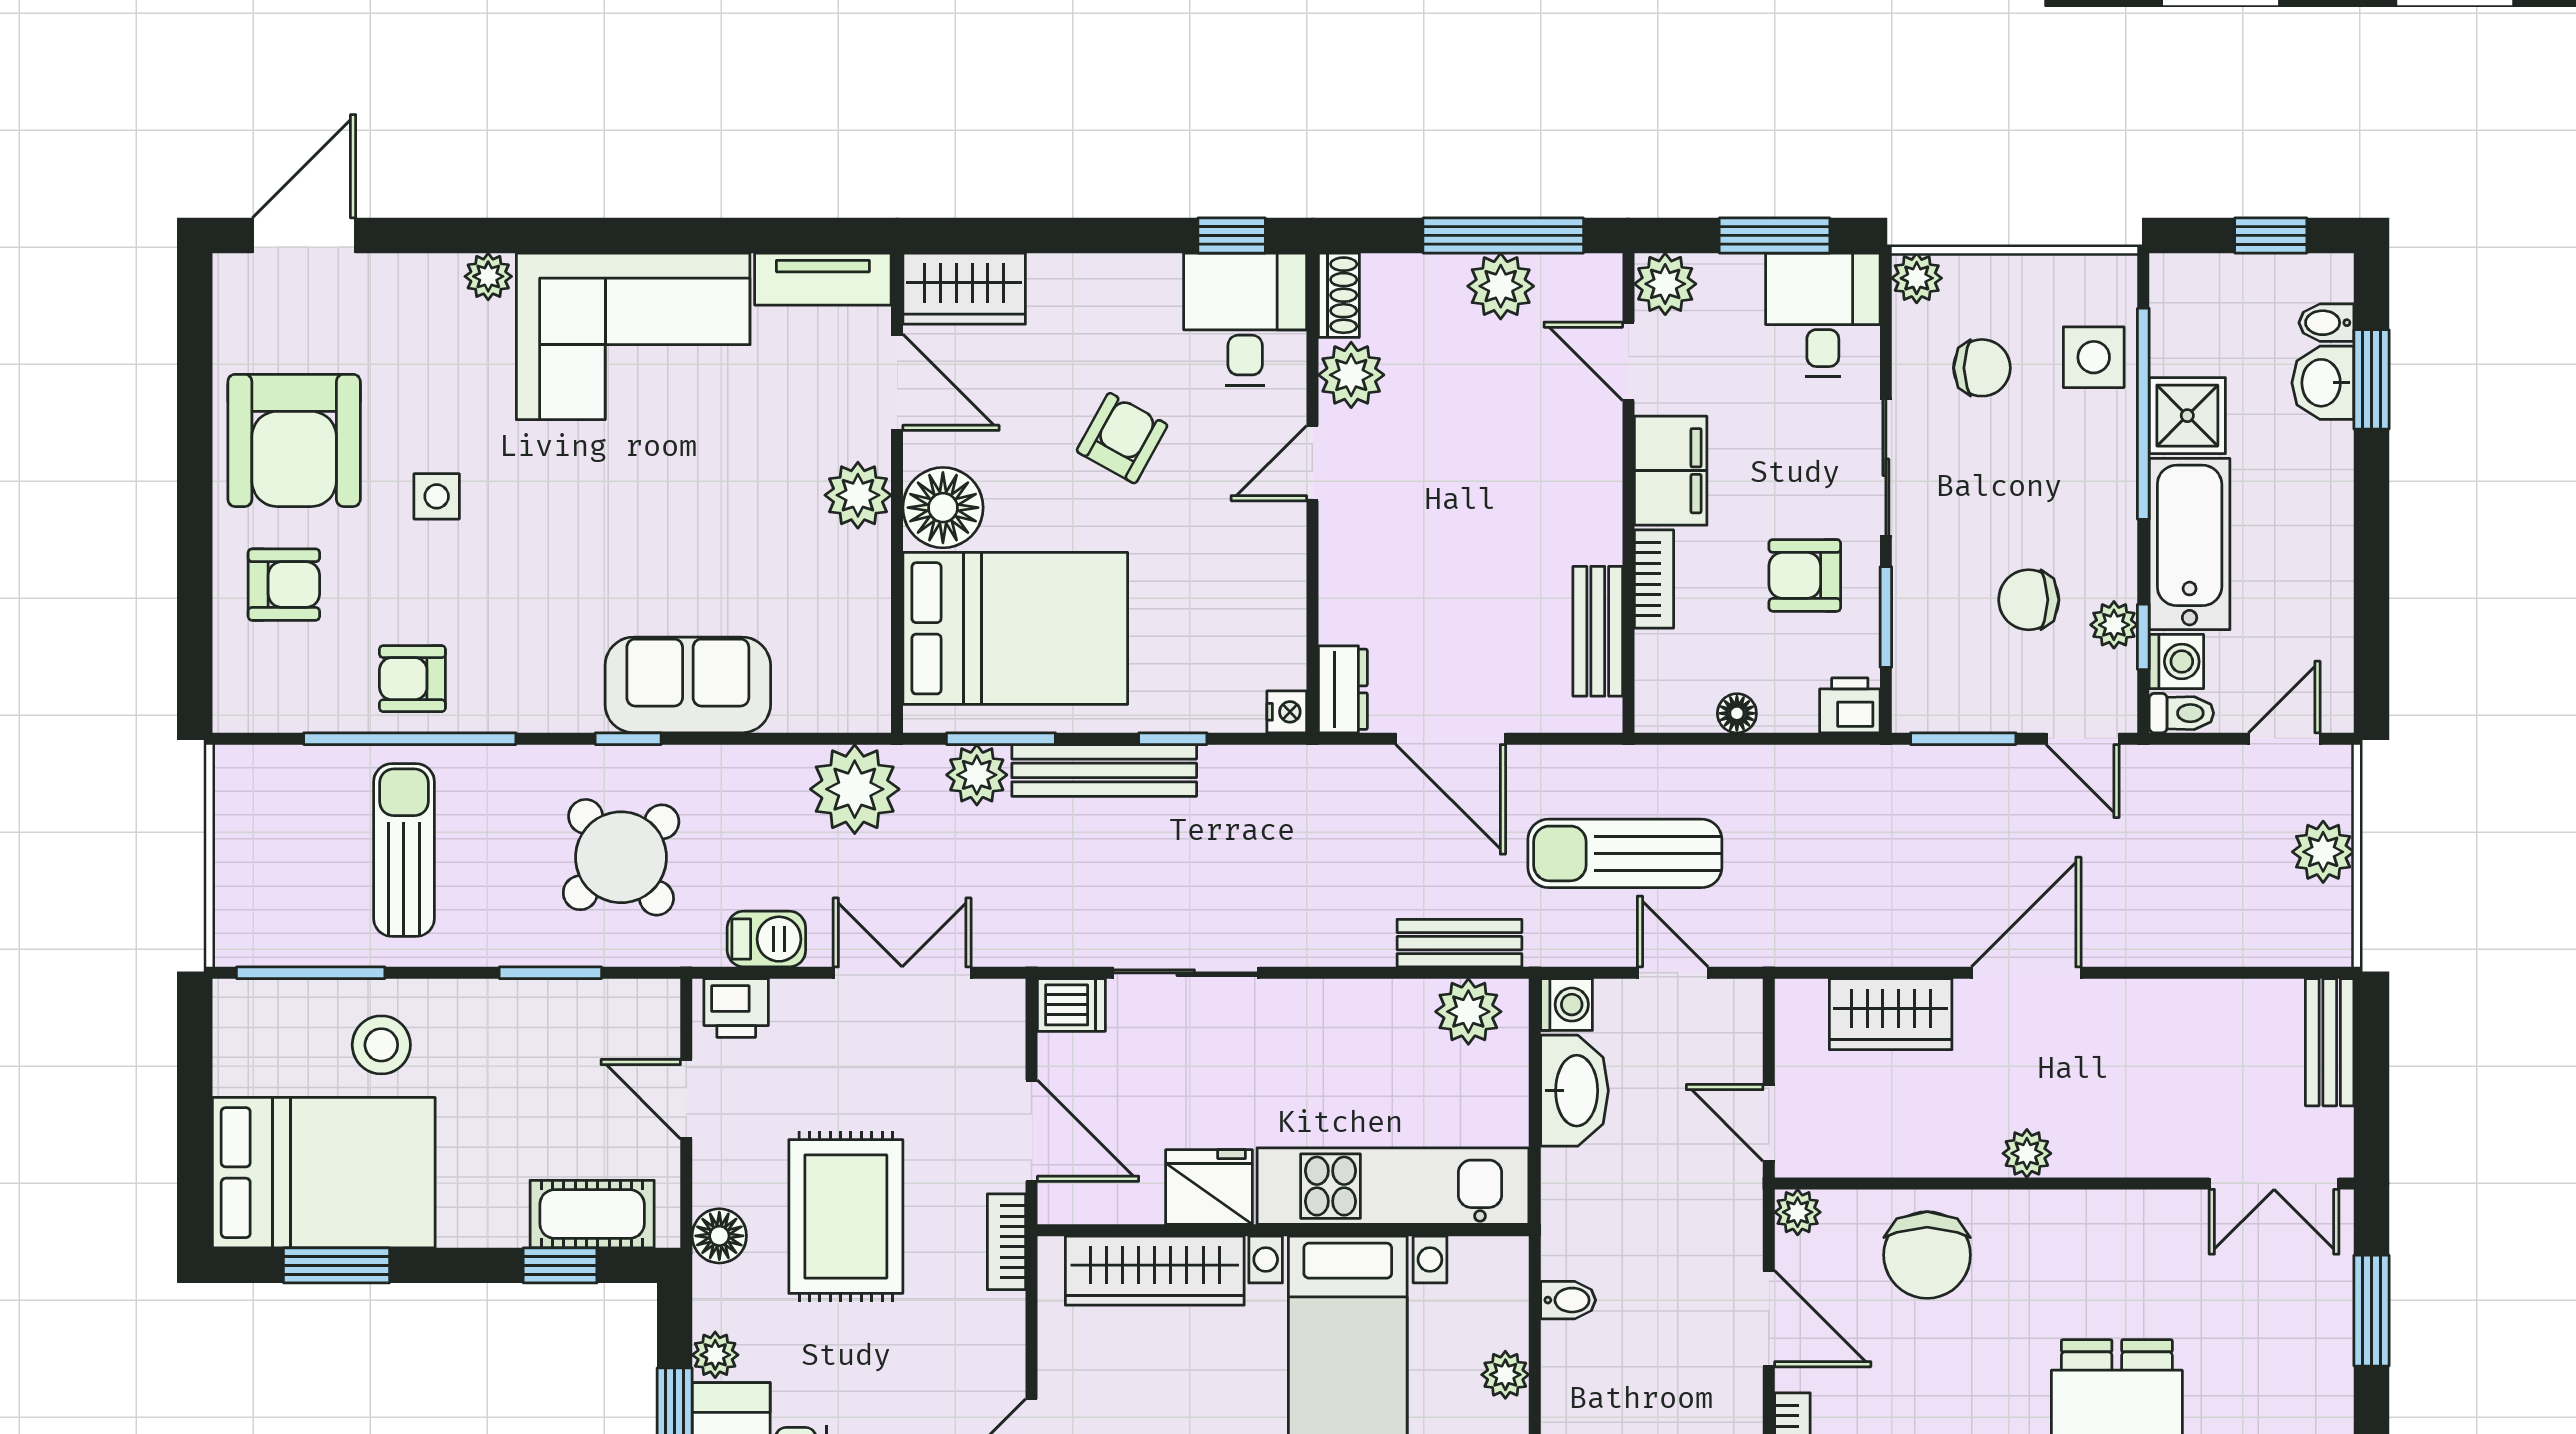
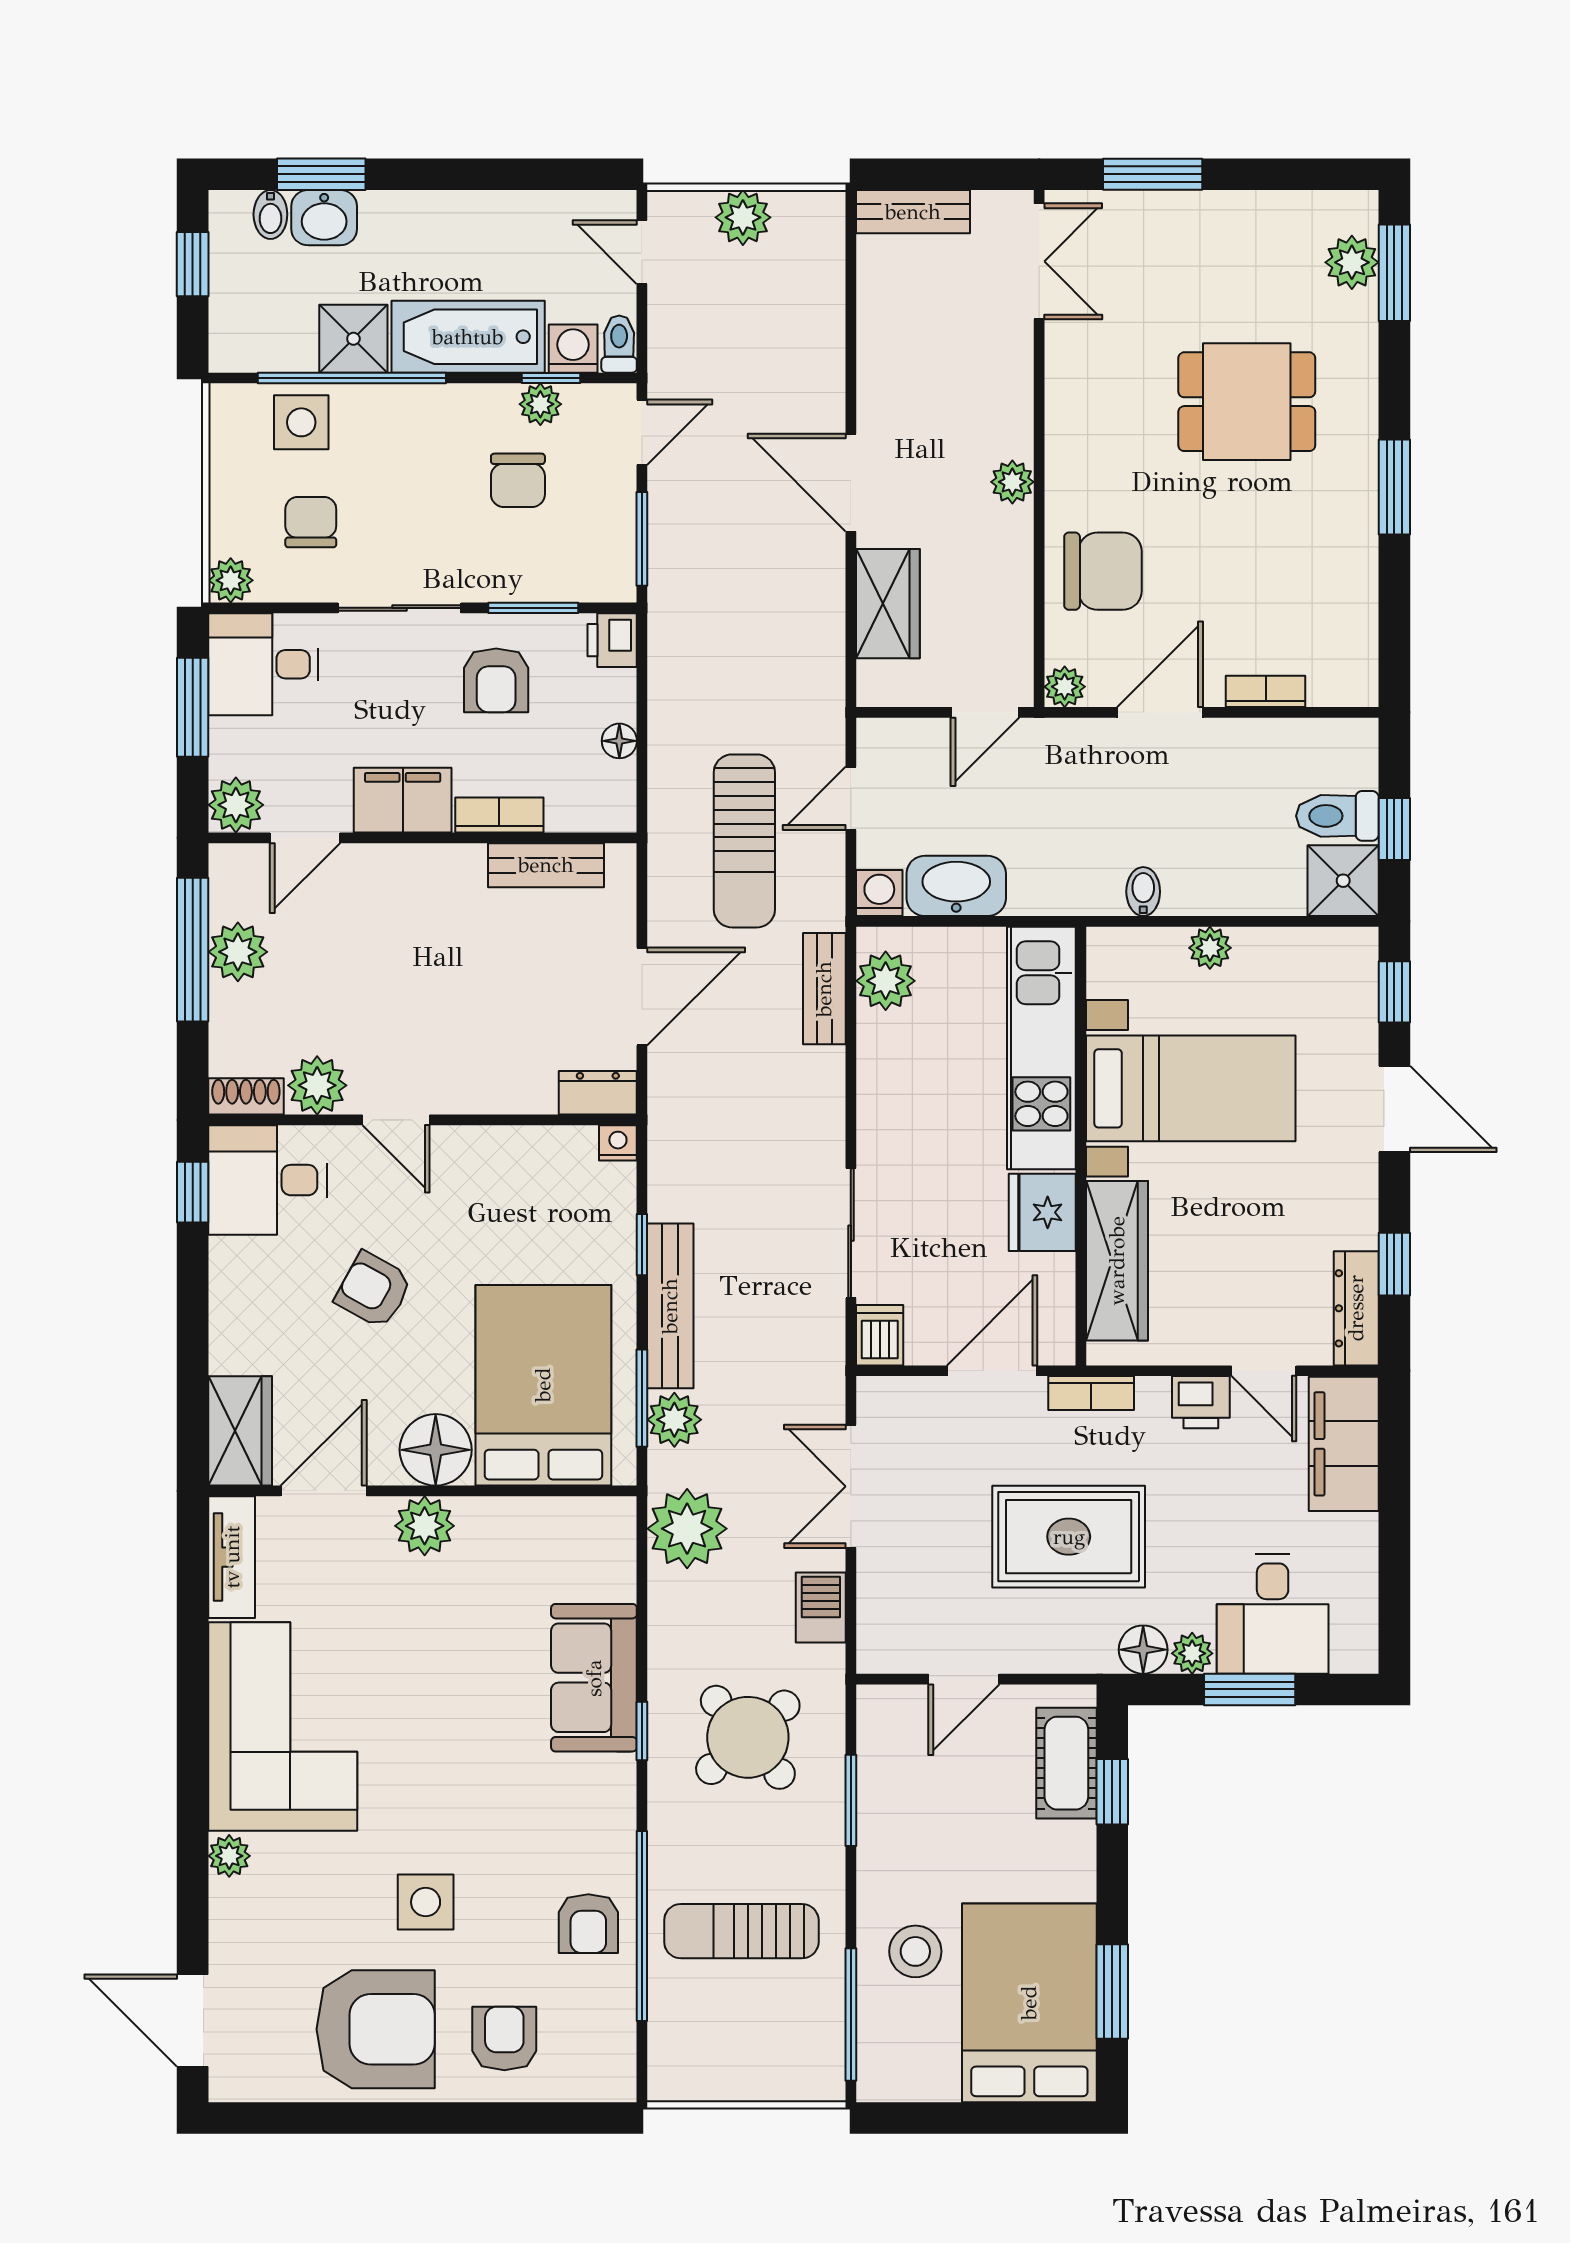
side table: (437, 496) -> (426, 1902), width x1.37, depth x1.37
printer: (736, 1008) -> (1201, 1402), moved, turned 90
floor lamp: (719, 1236) -> (1143, 1650), moved

